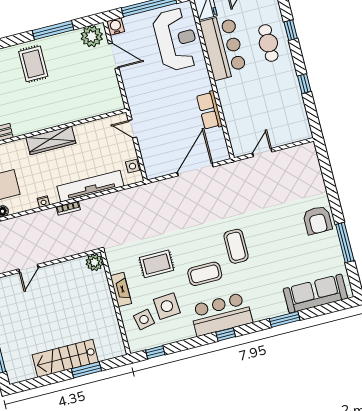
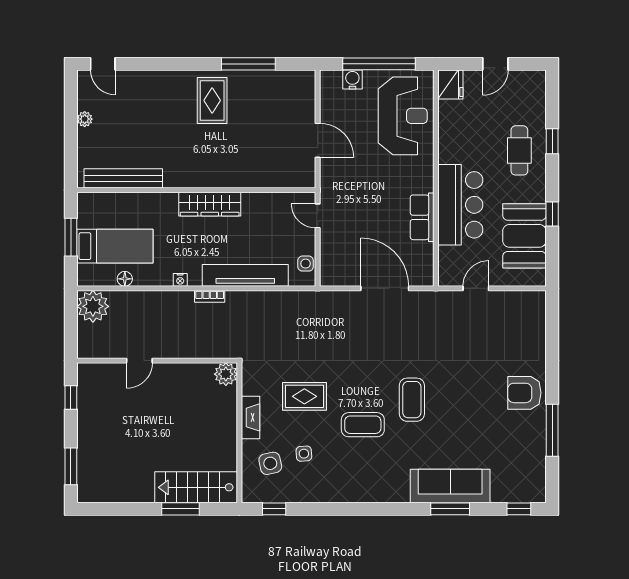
water cooler: (116, 26) -> (352, 79), moved
plant: (92, 36) -> (296, 84), removed
bar counter: (223, 47) -> (460, 205), moved
door: (114, 56) -> (318, 140), moved
booth: (288, 105) -> (524, 236), added
door: (195, 170) -> (385, 288), hinge flipped
armchair: (317, 220) -> (524, 393), turned 90
sofa: (315, 294) -> (450, 486), moved
side table: (167, 306) -> (304, 454), width x0.54, depth x0.54
bar counter: (221, 314) -> (371, 482), removed
window: (226, 334) -> (519, 509), moved
stairs: (65, 358) -> (196, 487), moved

